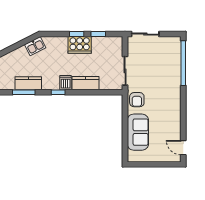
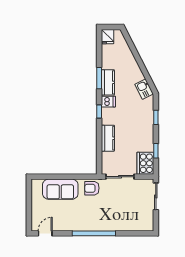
window: (77, 34) -> (156, 117), moved
cooker: (80, 45) -> (145, 163), moved
window: (183, 63) -> (94, 233), moved
dishwasher: (66, 83) -> (108, 102), moved

